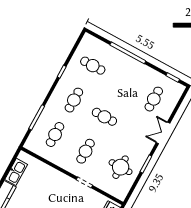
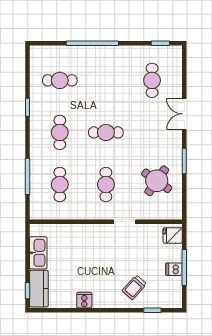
round table: (121, 167) -> (157, 181), turned 35

